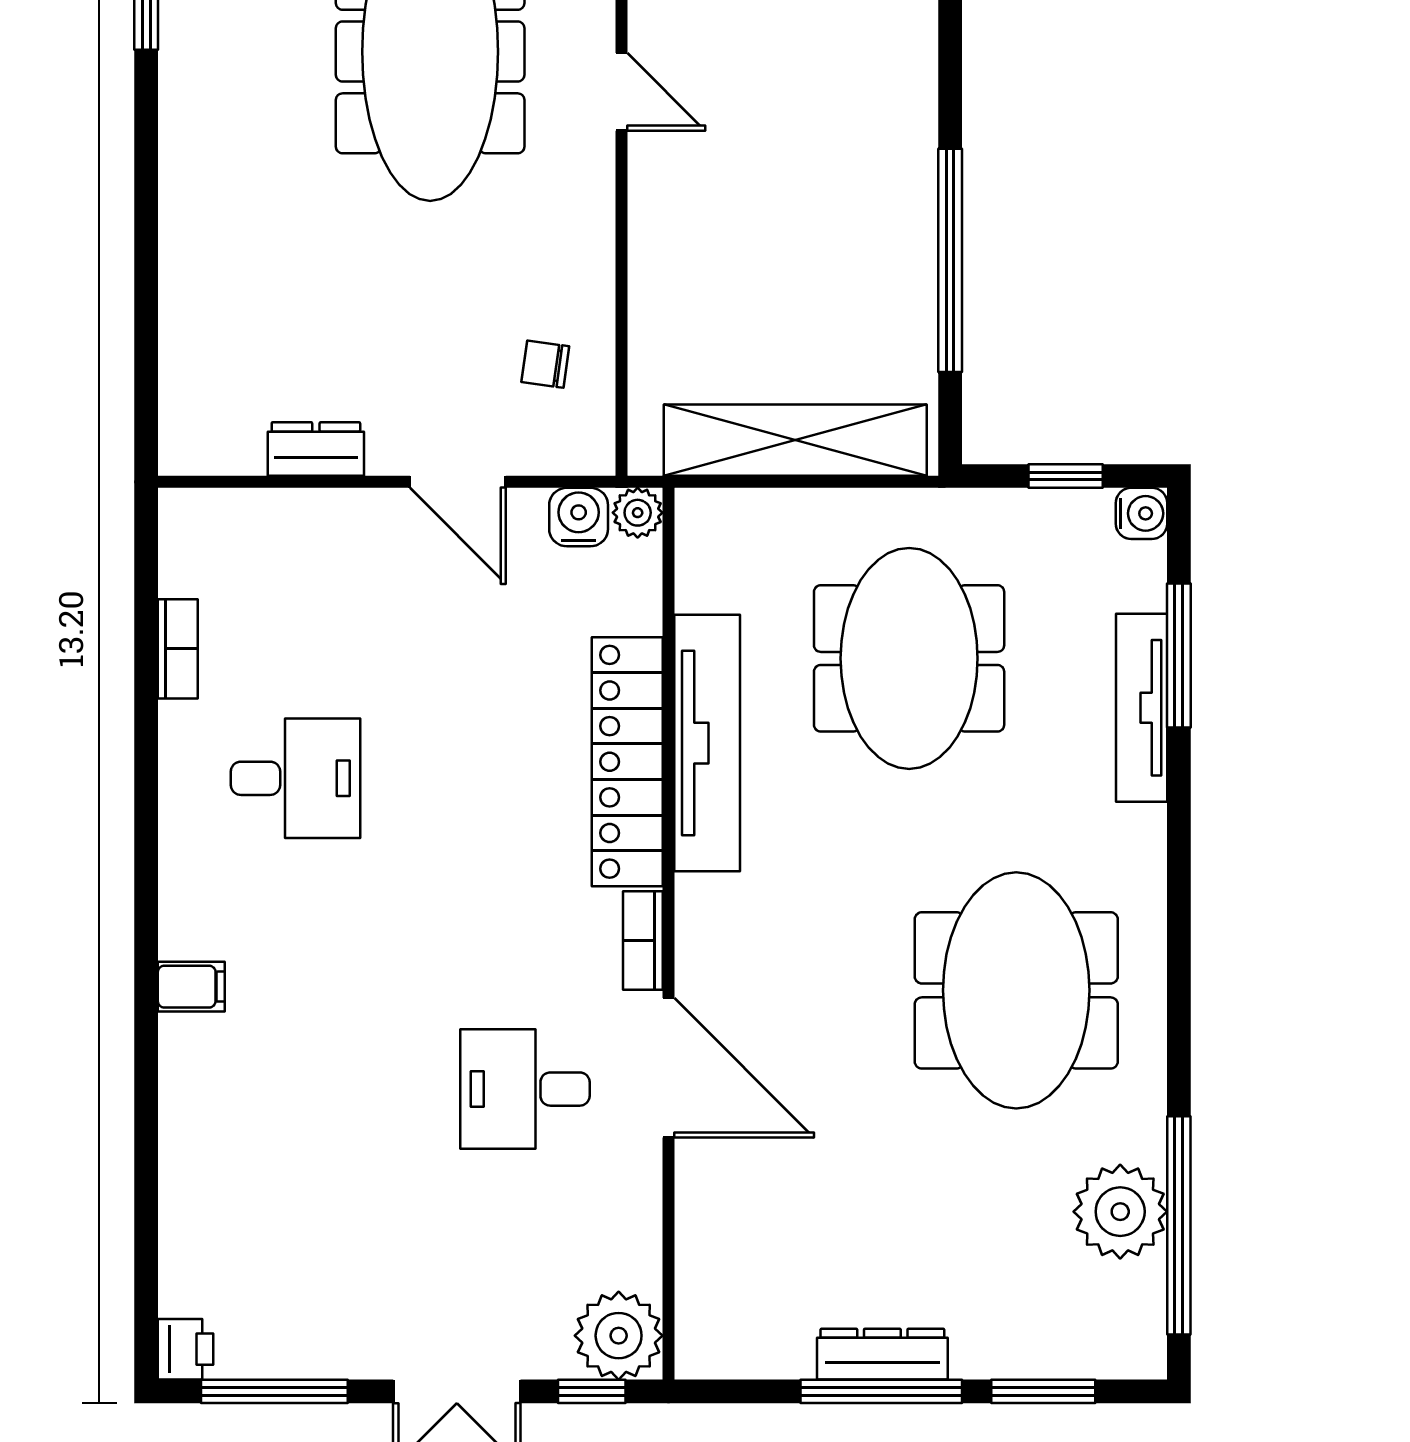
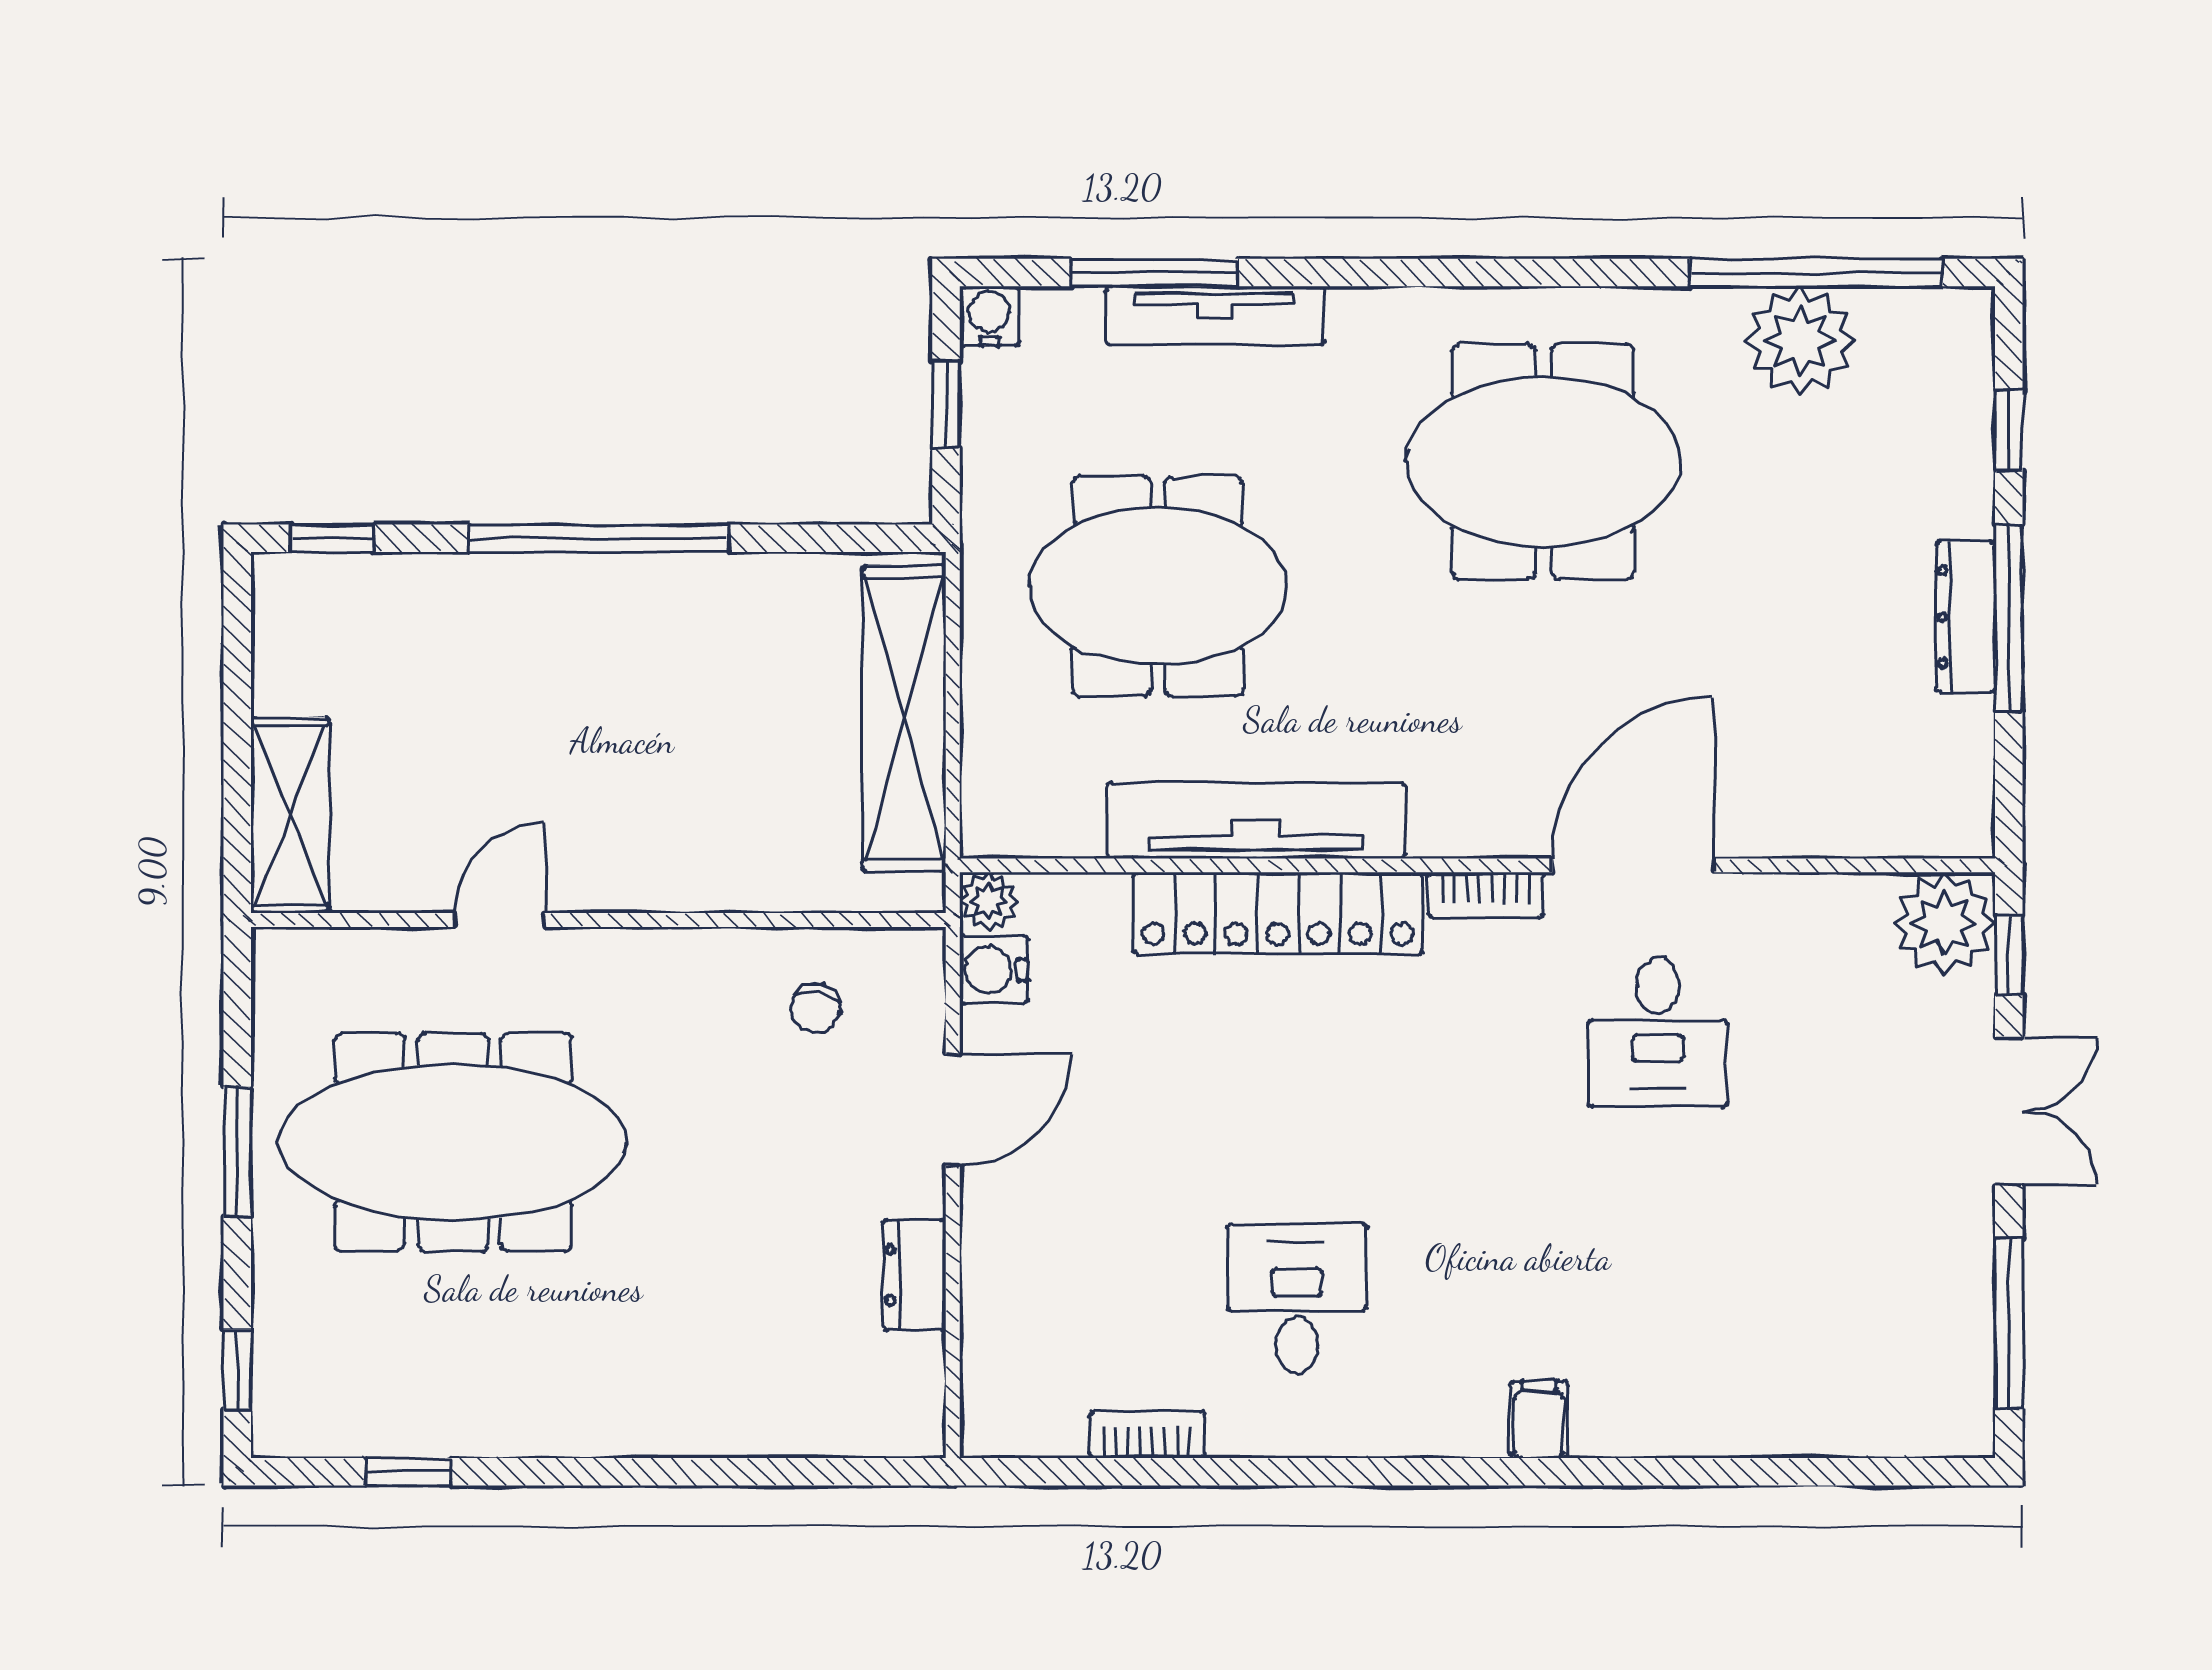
window: (950, 260) -> (599, 538), moved
printer: (186, 1349) -> (1960, 1426), removed
window: (1043, 1391) -> (2009, 430), width x0.67

